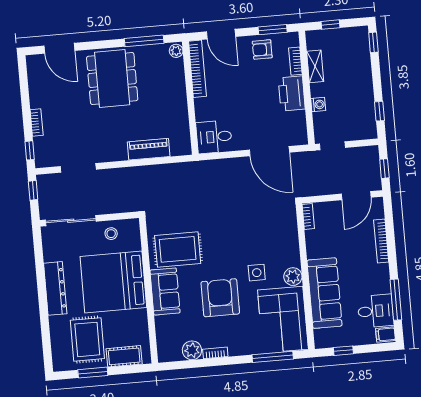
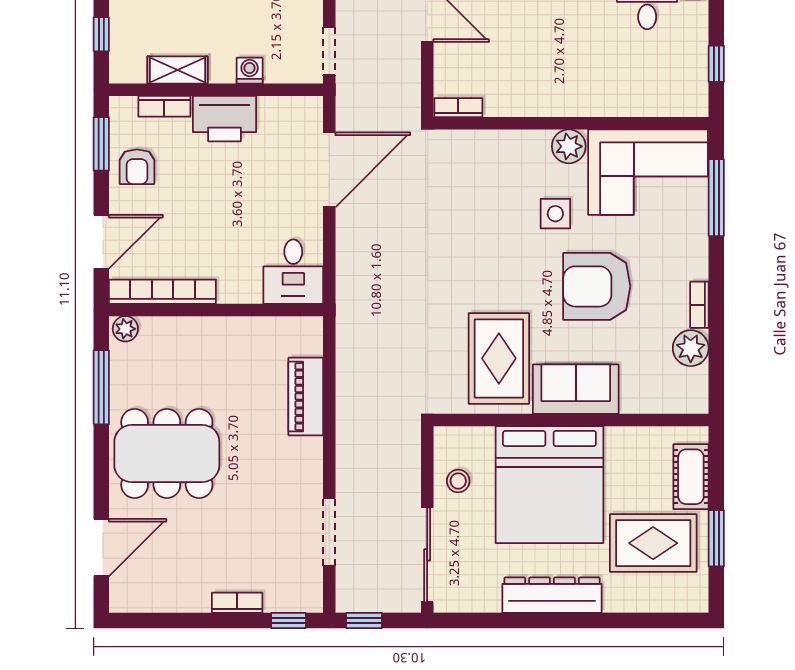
sofa: (325, 293) -> (605, 90), removed

